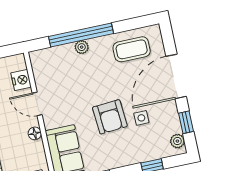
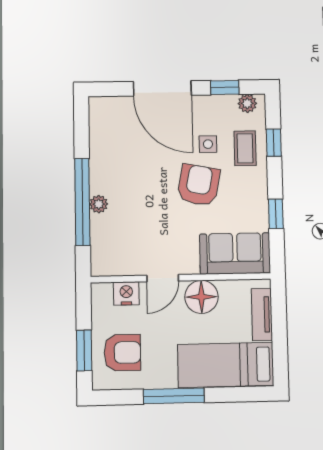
coffee table: (132, 49) -> (245, 148), moved, width x0.73, depth x0.77
armchair: (110, 117) -> (199, 185), turned -75
floor lamp: (35, 133) -> (201, 297), width x1.89, depth x1.89

